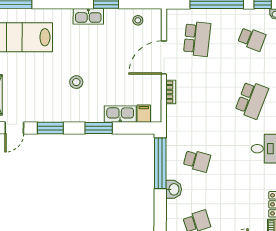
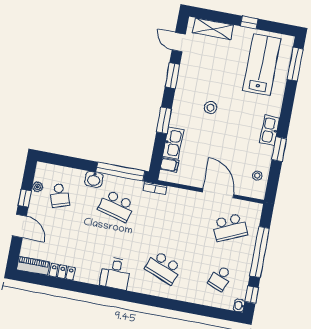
school desk: (197, 39) -> (230, 227), turned -30
bookcase: (171, 92) -> (155, 188), moved
school desk: (197, 161) -> (116, 206), width x1.85

